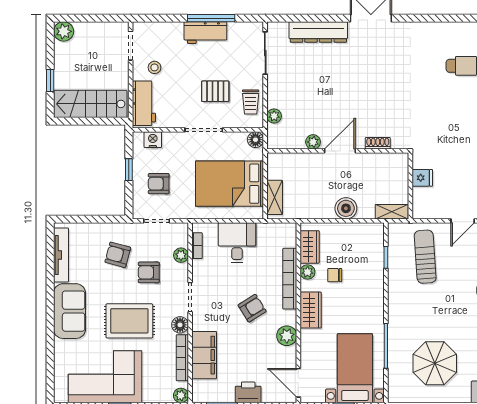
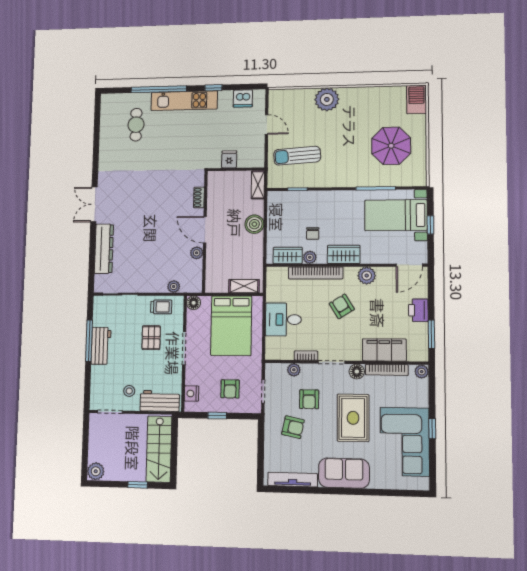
bookcase: (197, 246) -> (306, 356), moved
armchair: (118, 255) -> (293, 427), turned -93

